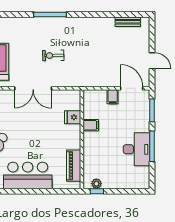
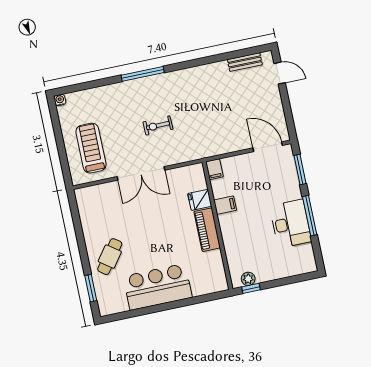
door: (152, 61) -> (280, 73), moved
filing cabinet: (113, 97) -> (214, 169), moved
piano: (74, 166) -> (207, 230), moved

